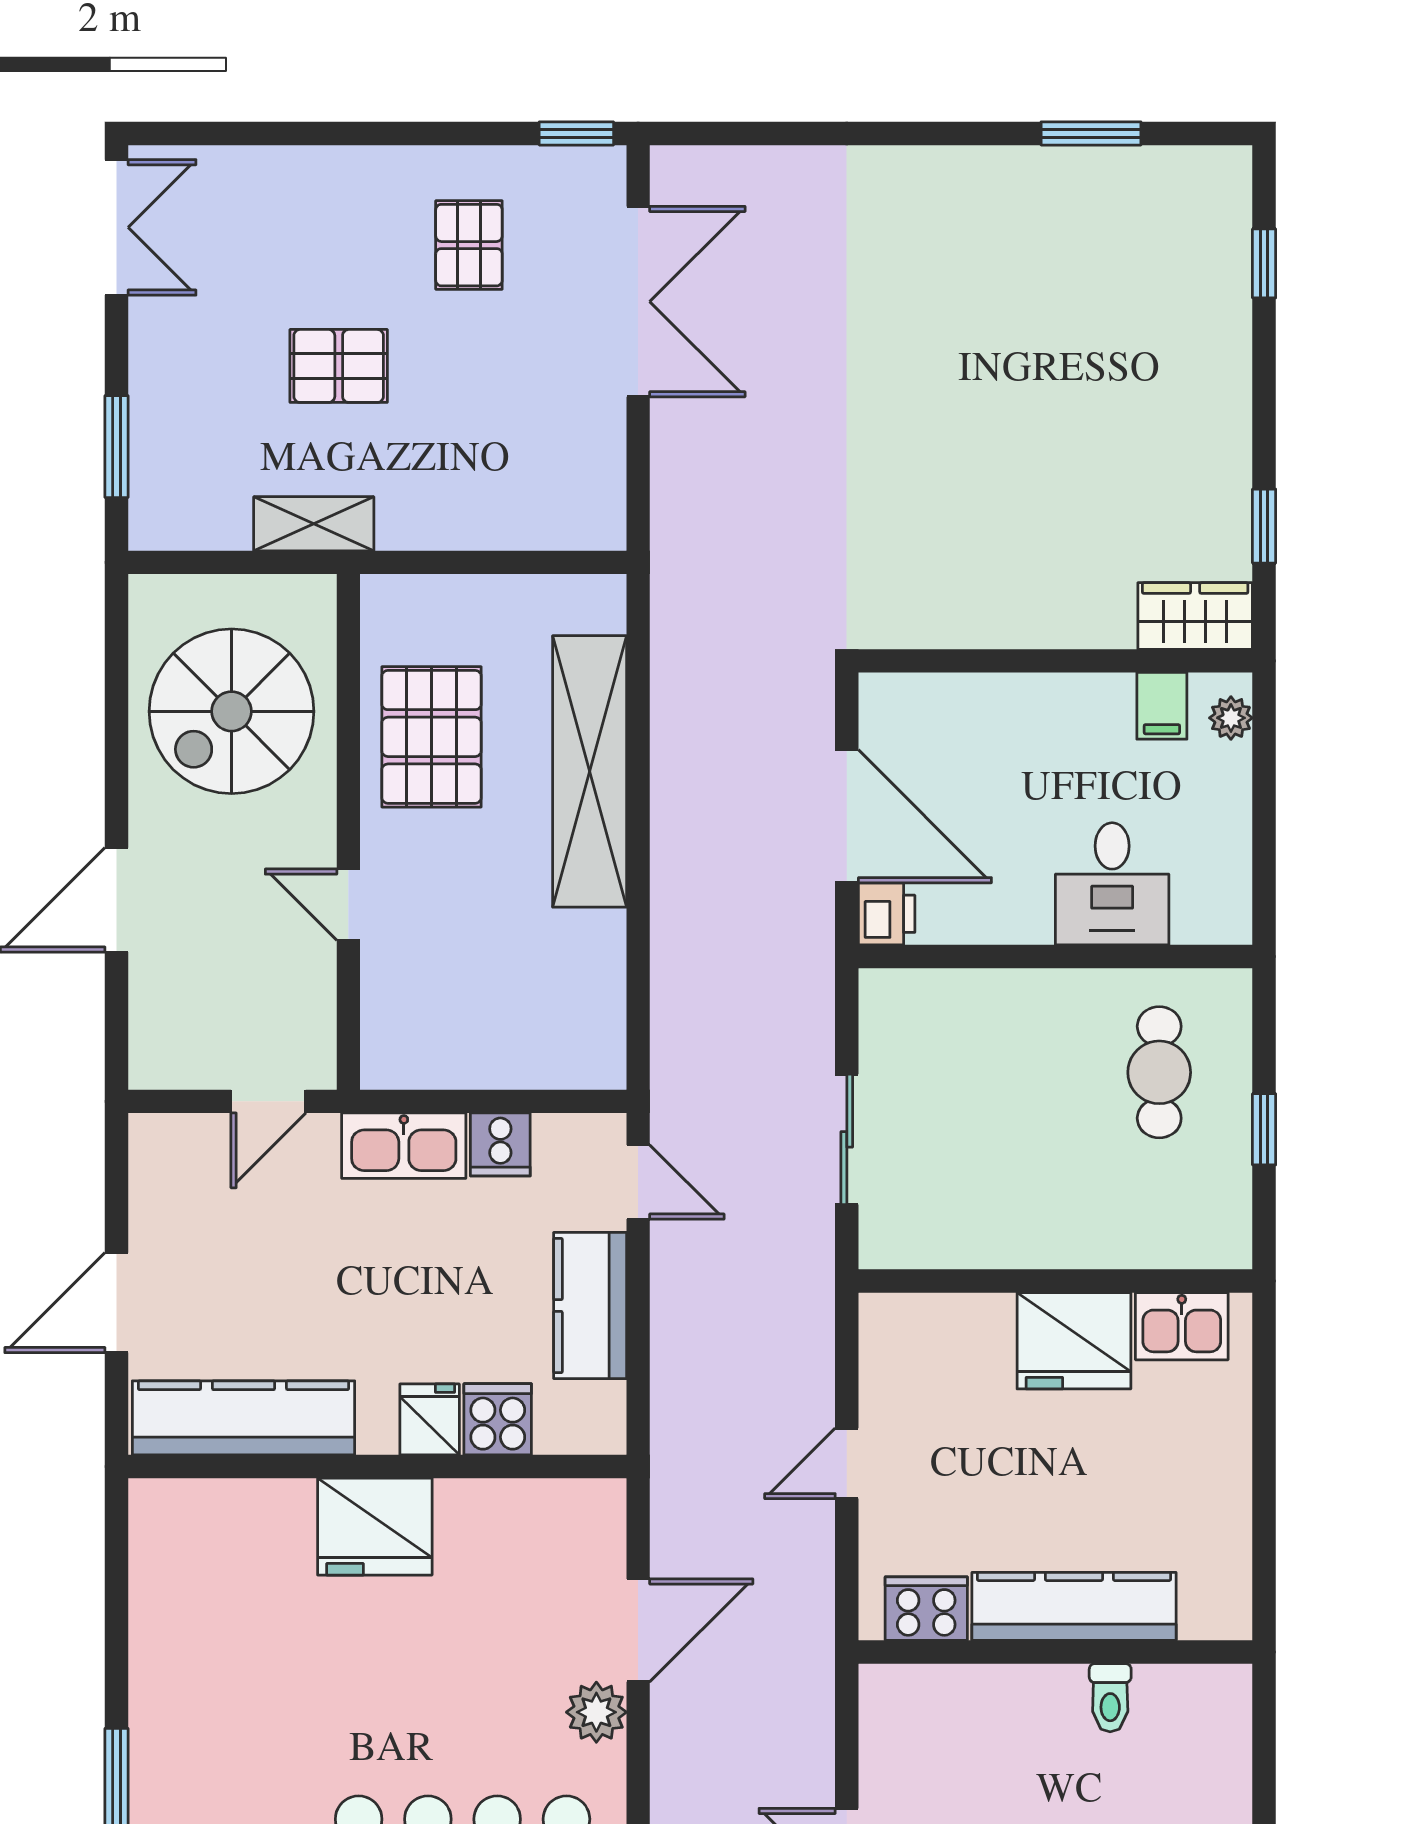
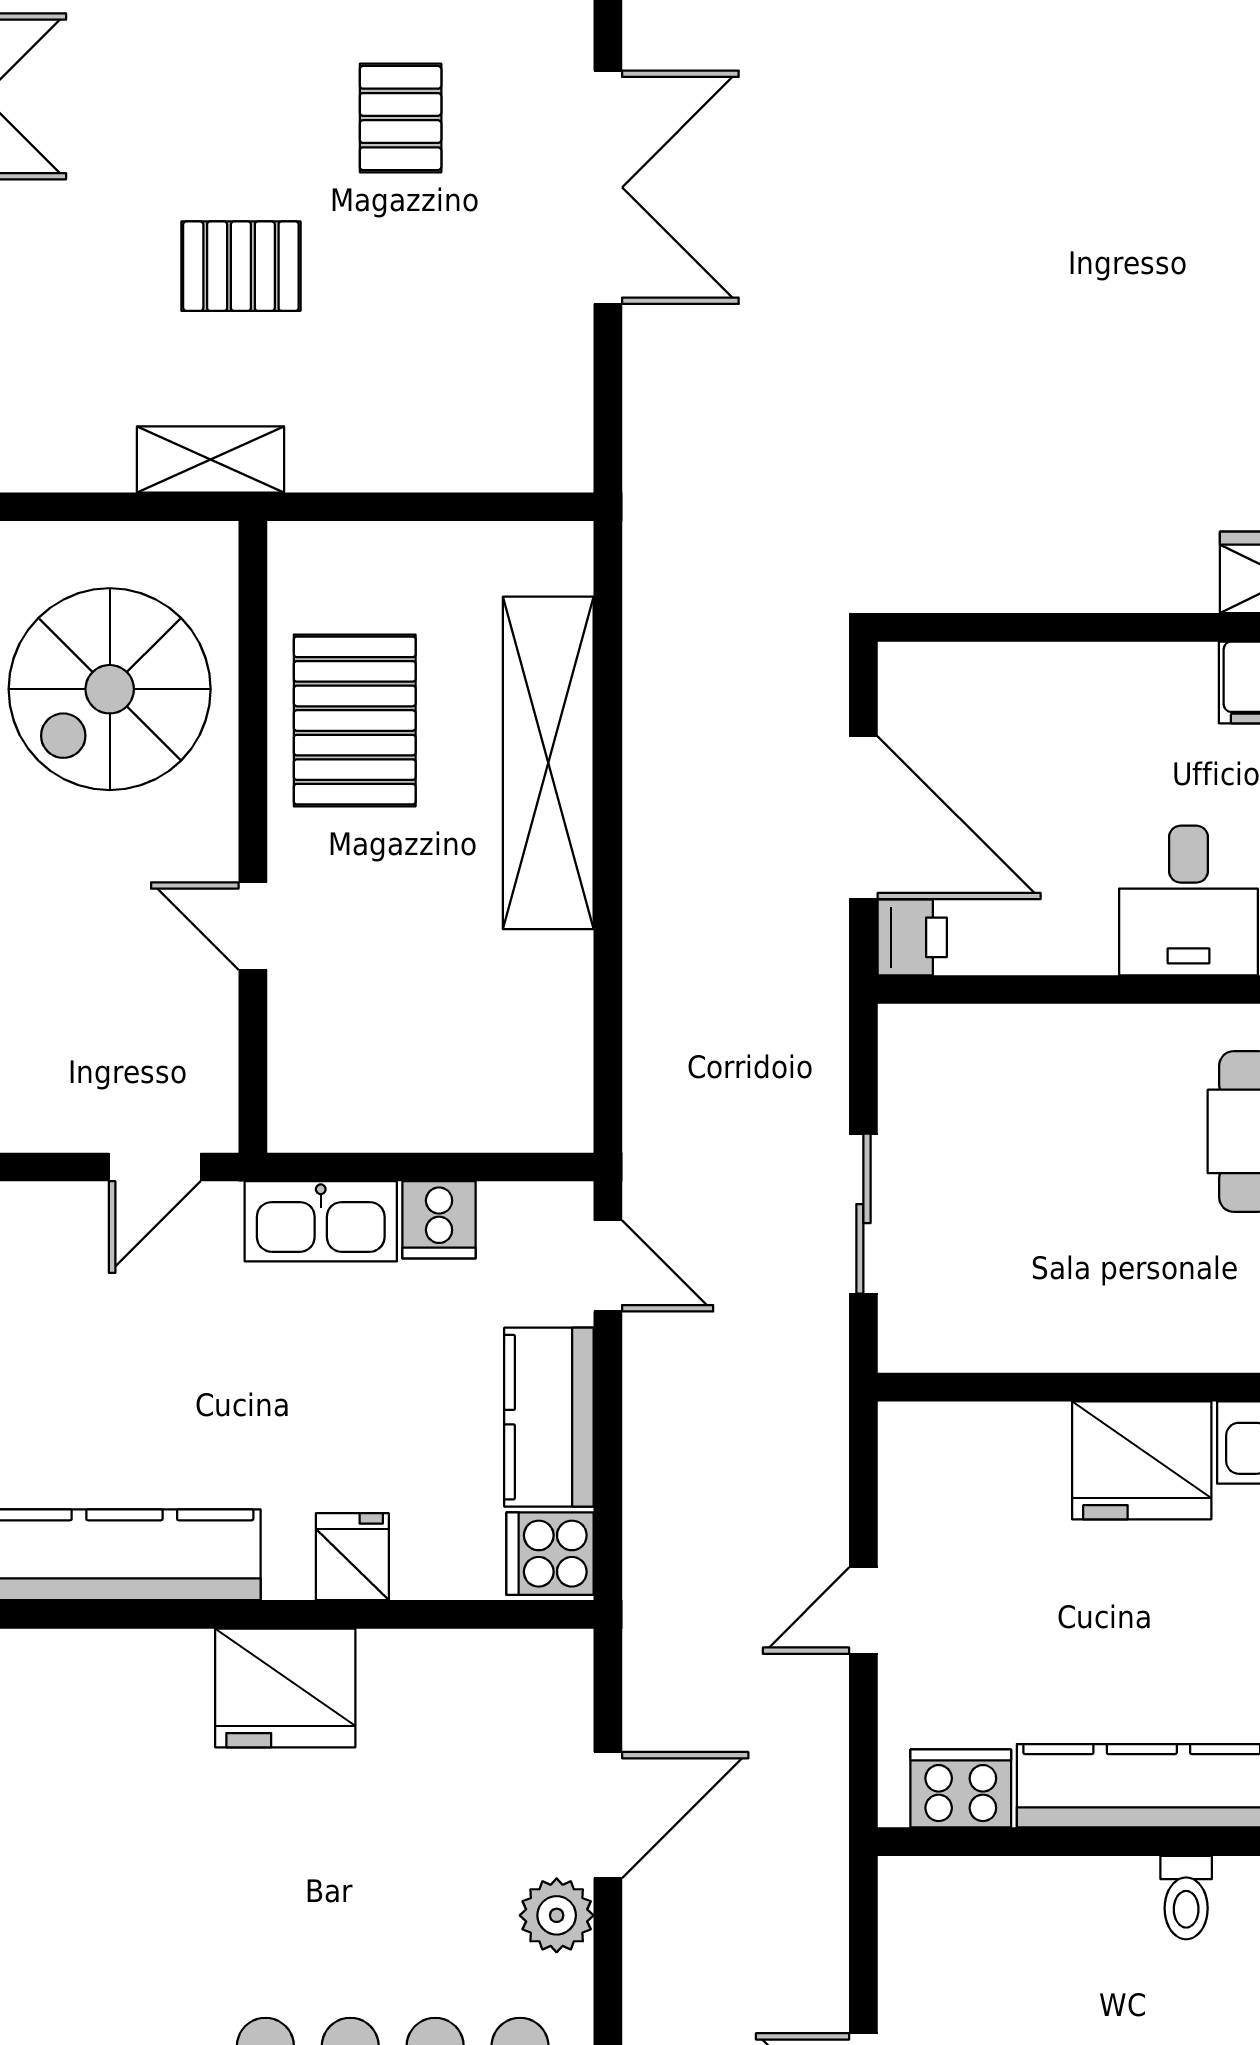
cooker: (498, 1419) -> (550, 1554), moved, turned -90

